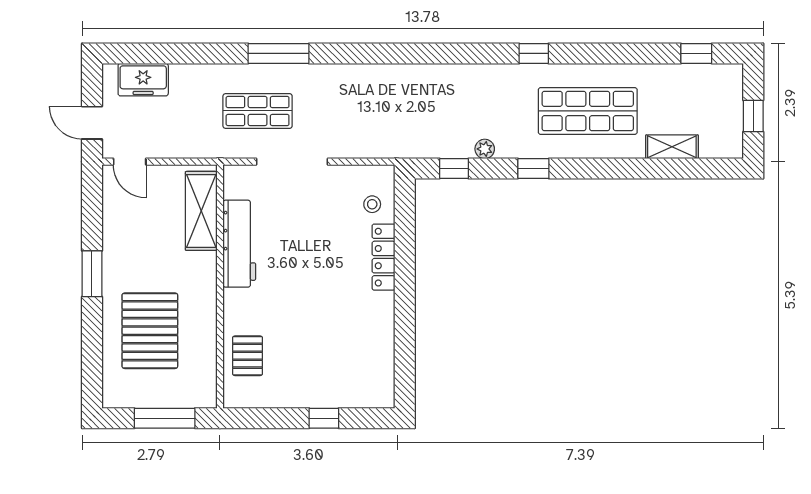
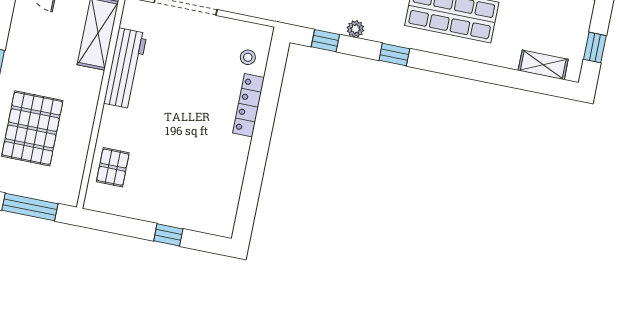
shelving: (672, 147) -> (543, 65), moved

